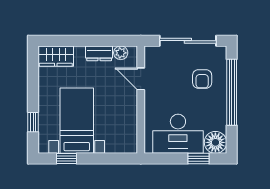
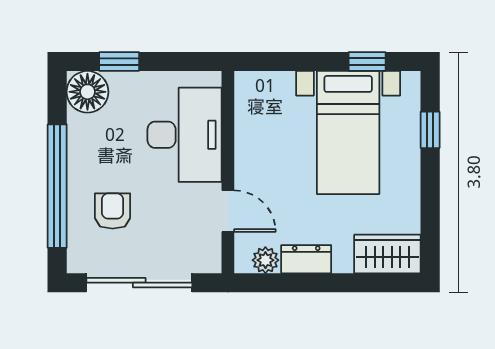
desk: (178, 134) -> (184, 135), moved, turned 90

